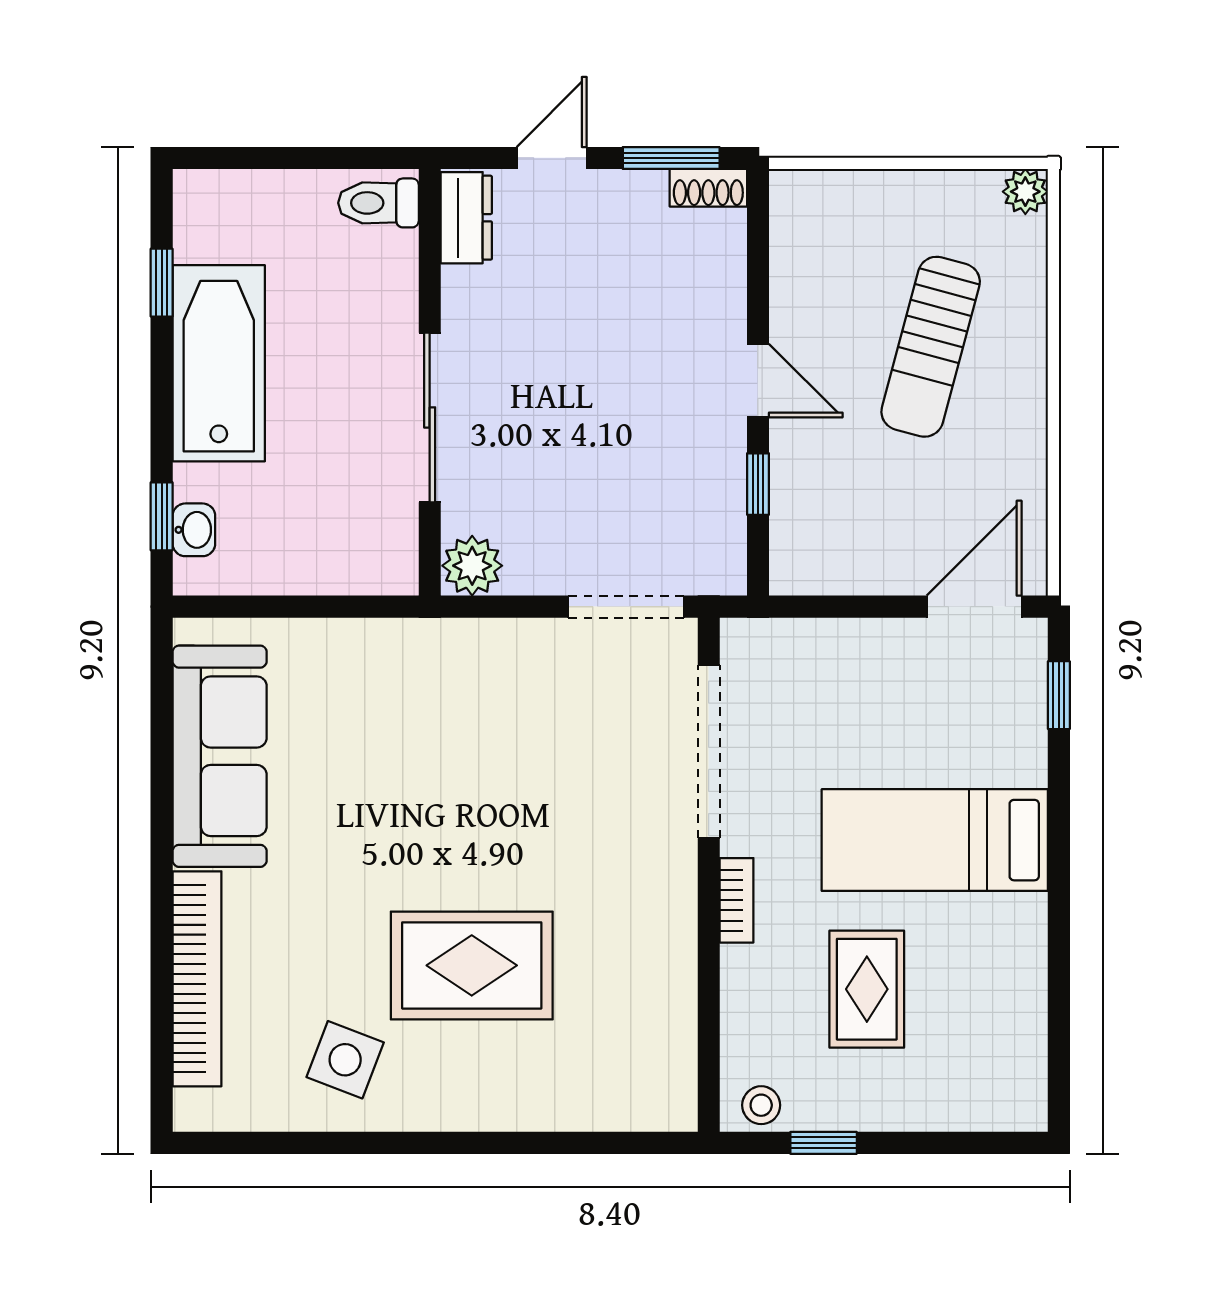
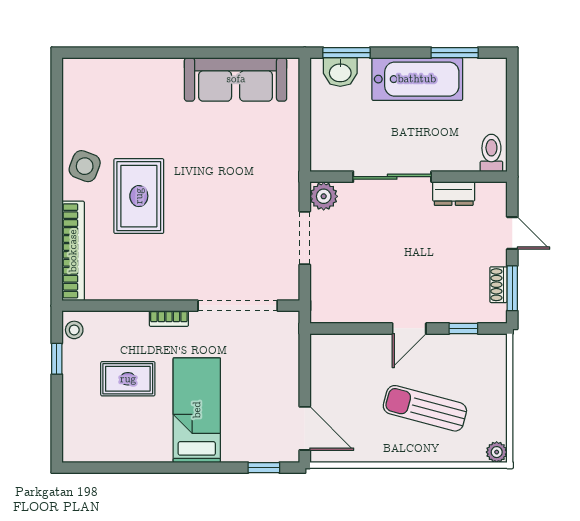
shoe rack: (708, 188) -> (498, 285), moved
dresser: (466, 218) -> (454, 194), moved
window: (162, 283) -> (455, 53), width x1.50
window: (758, 484) -> (463, 328), moved
window: (162, 516) -> (346, 53), width x1.50
washbasin: (194, 530) -> (340, 72), width x1.38, depth x1.45
doorway: (626, 607) -> (305, 238), moved
bookcase: (197, 979) -> (73, 251), moved, turned -90
side table: (345, 1060) -> (85, 166), moved

